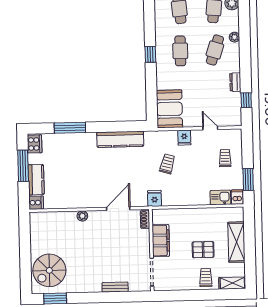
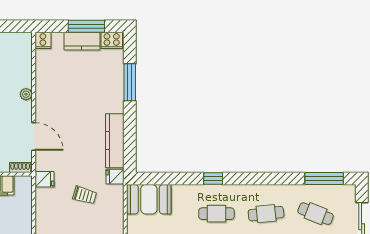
fridge: (184, 138) -> (115, 177), moved
kitchen counter: (36, 180) -> (82, 41), moved

